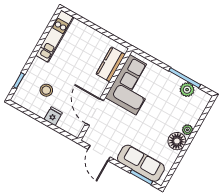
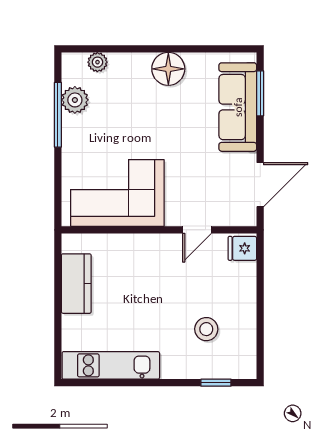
kitchen counter: (111, 64) -> (76, 284), moved, turned -90
door: (95, 112) -> (197, 230), width x0.53
fridge: (53, 116) -> (242, 248), moved
plant: (187, 130) -> (97, 62), moved

